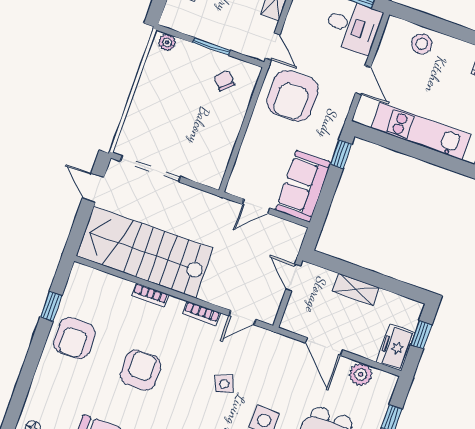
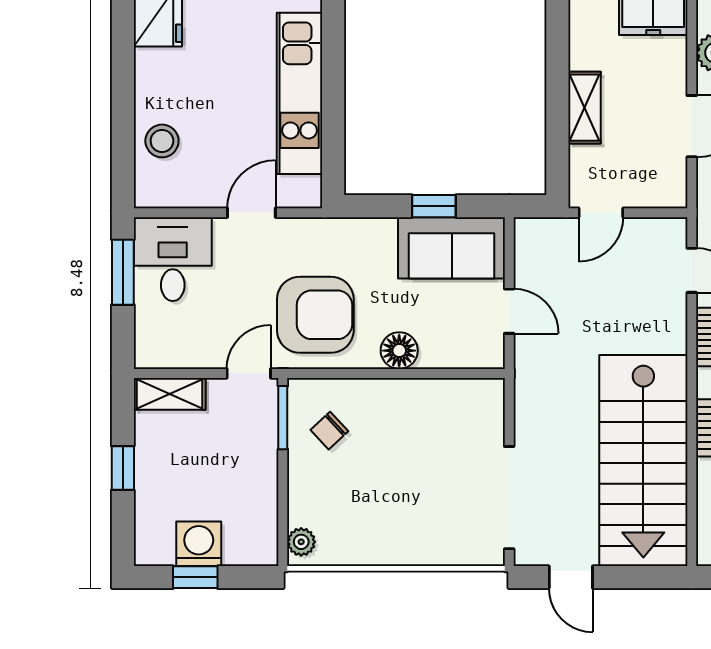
window: (211, 46) -> (283, 418), moved
floor lamp: (256, 136) -> (399, 351), added
window: (341, 154) -> (434, 206), moved
door: (93, 188) -> (571, 577), hinge flipped

